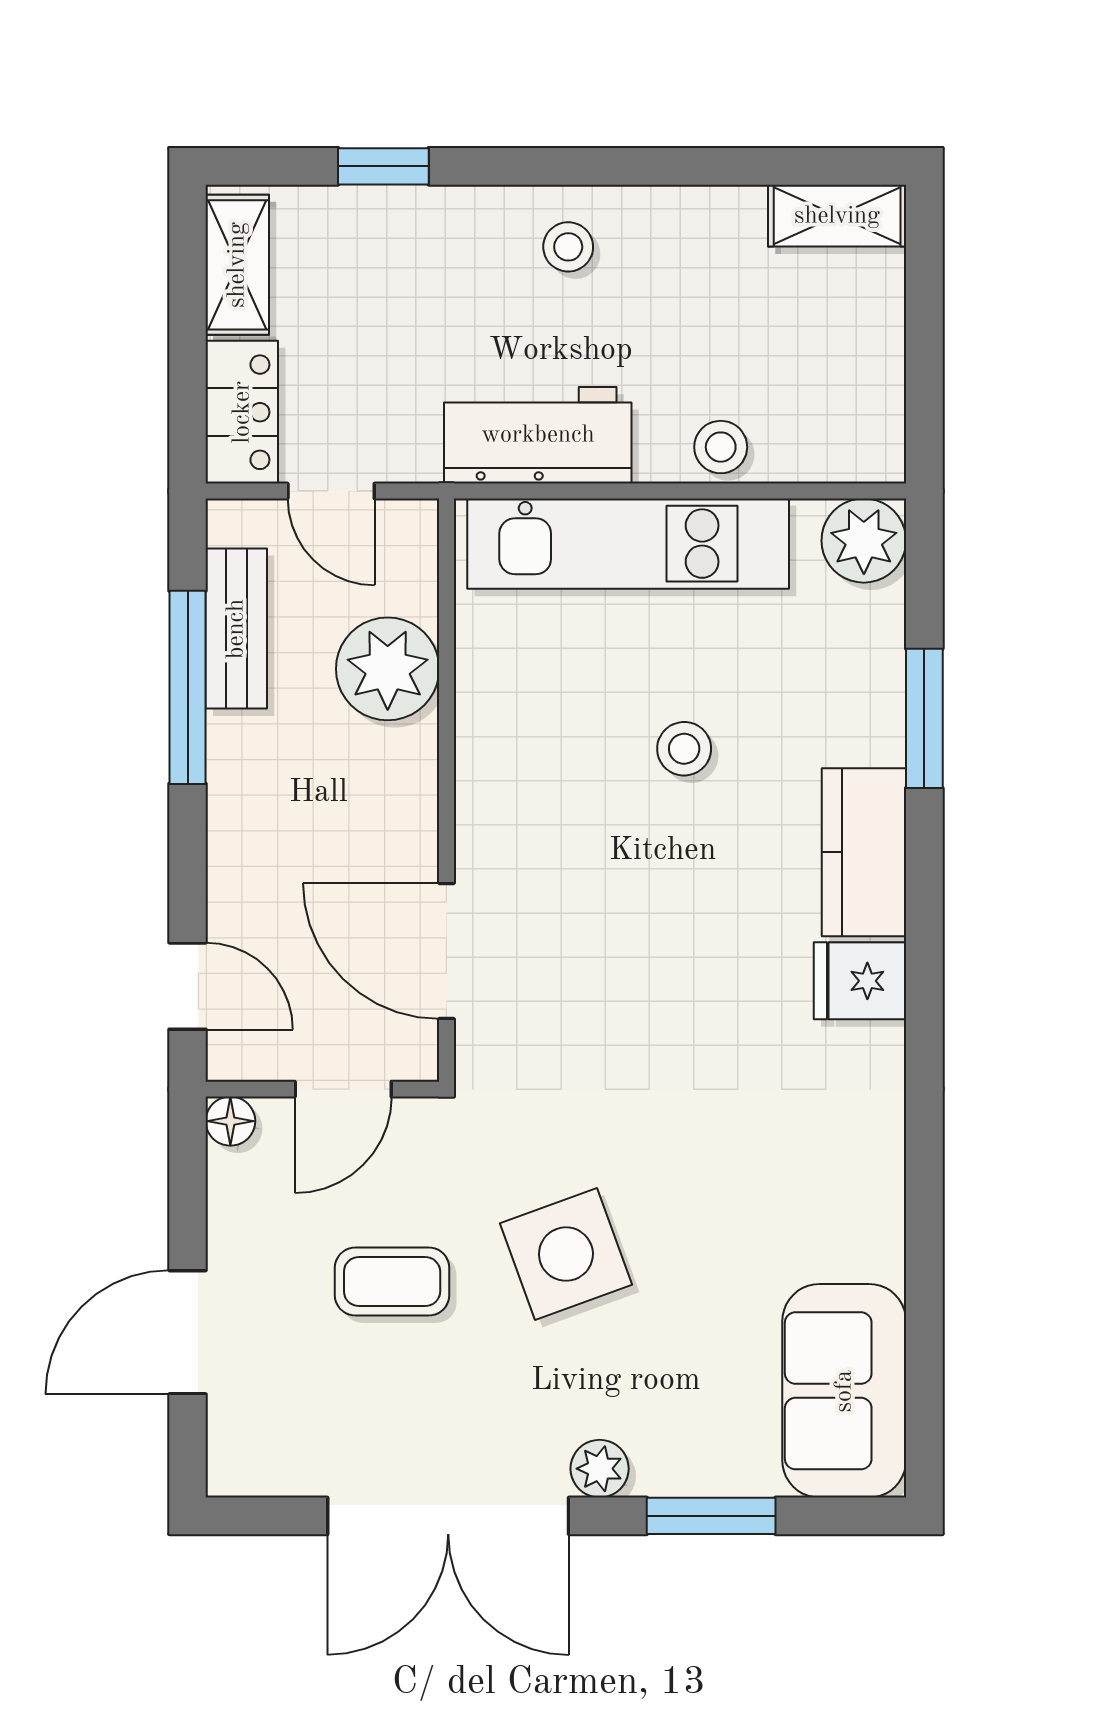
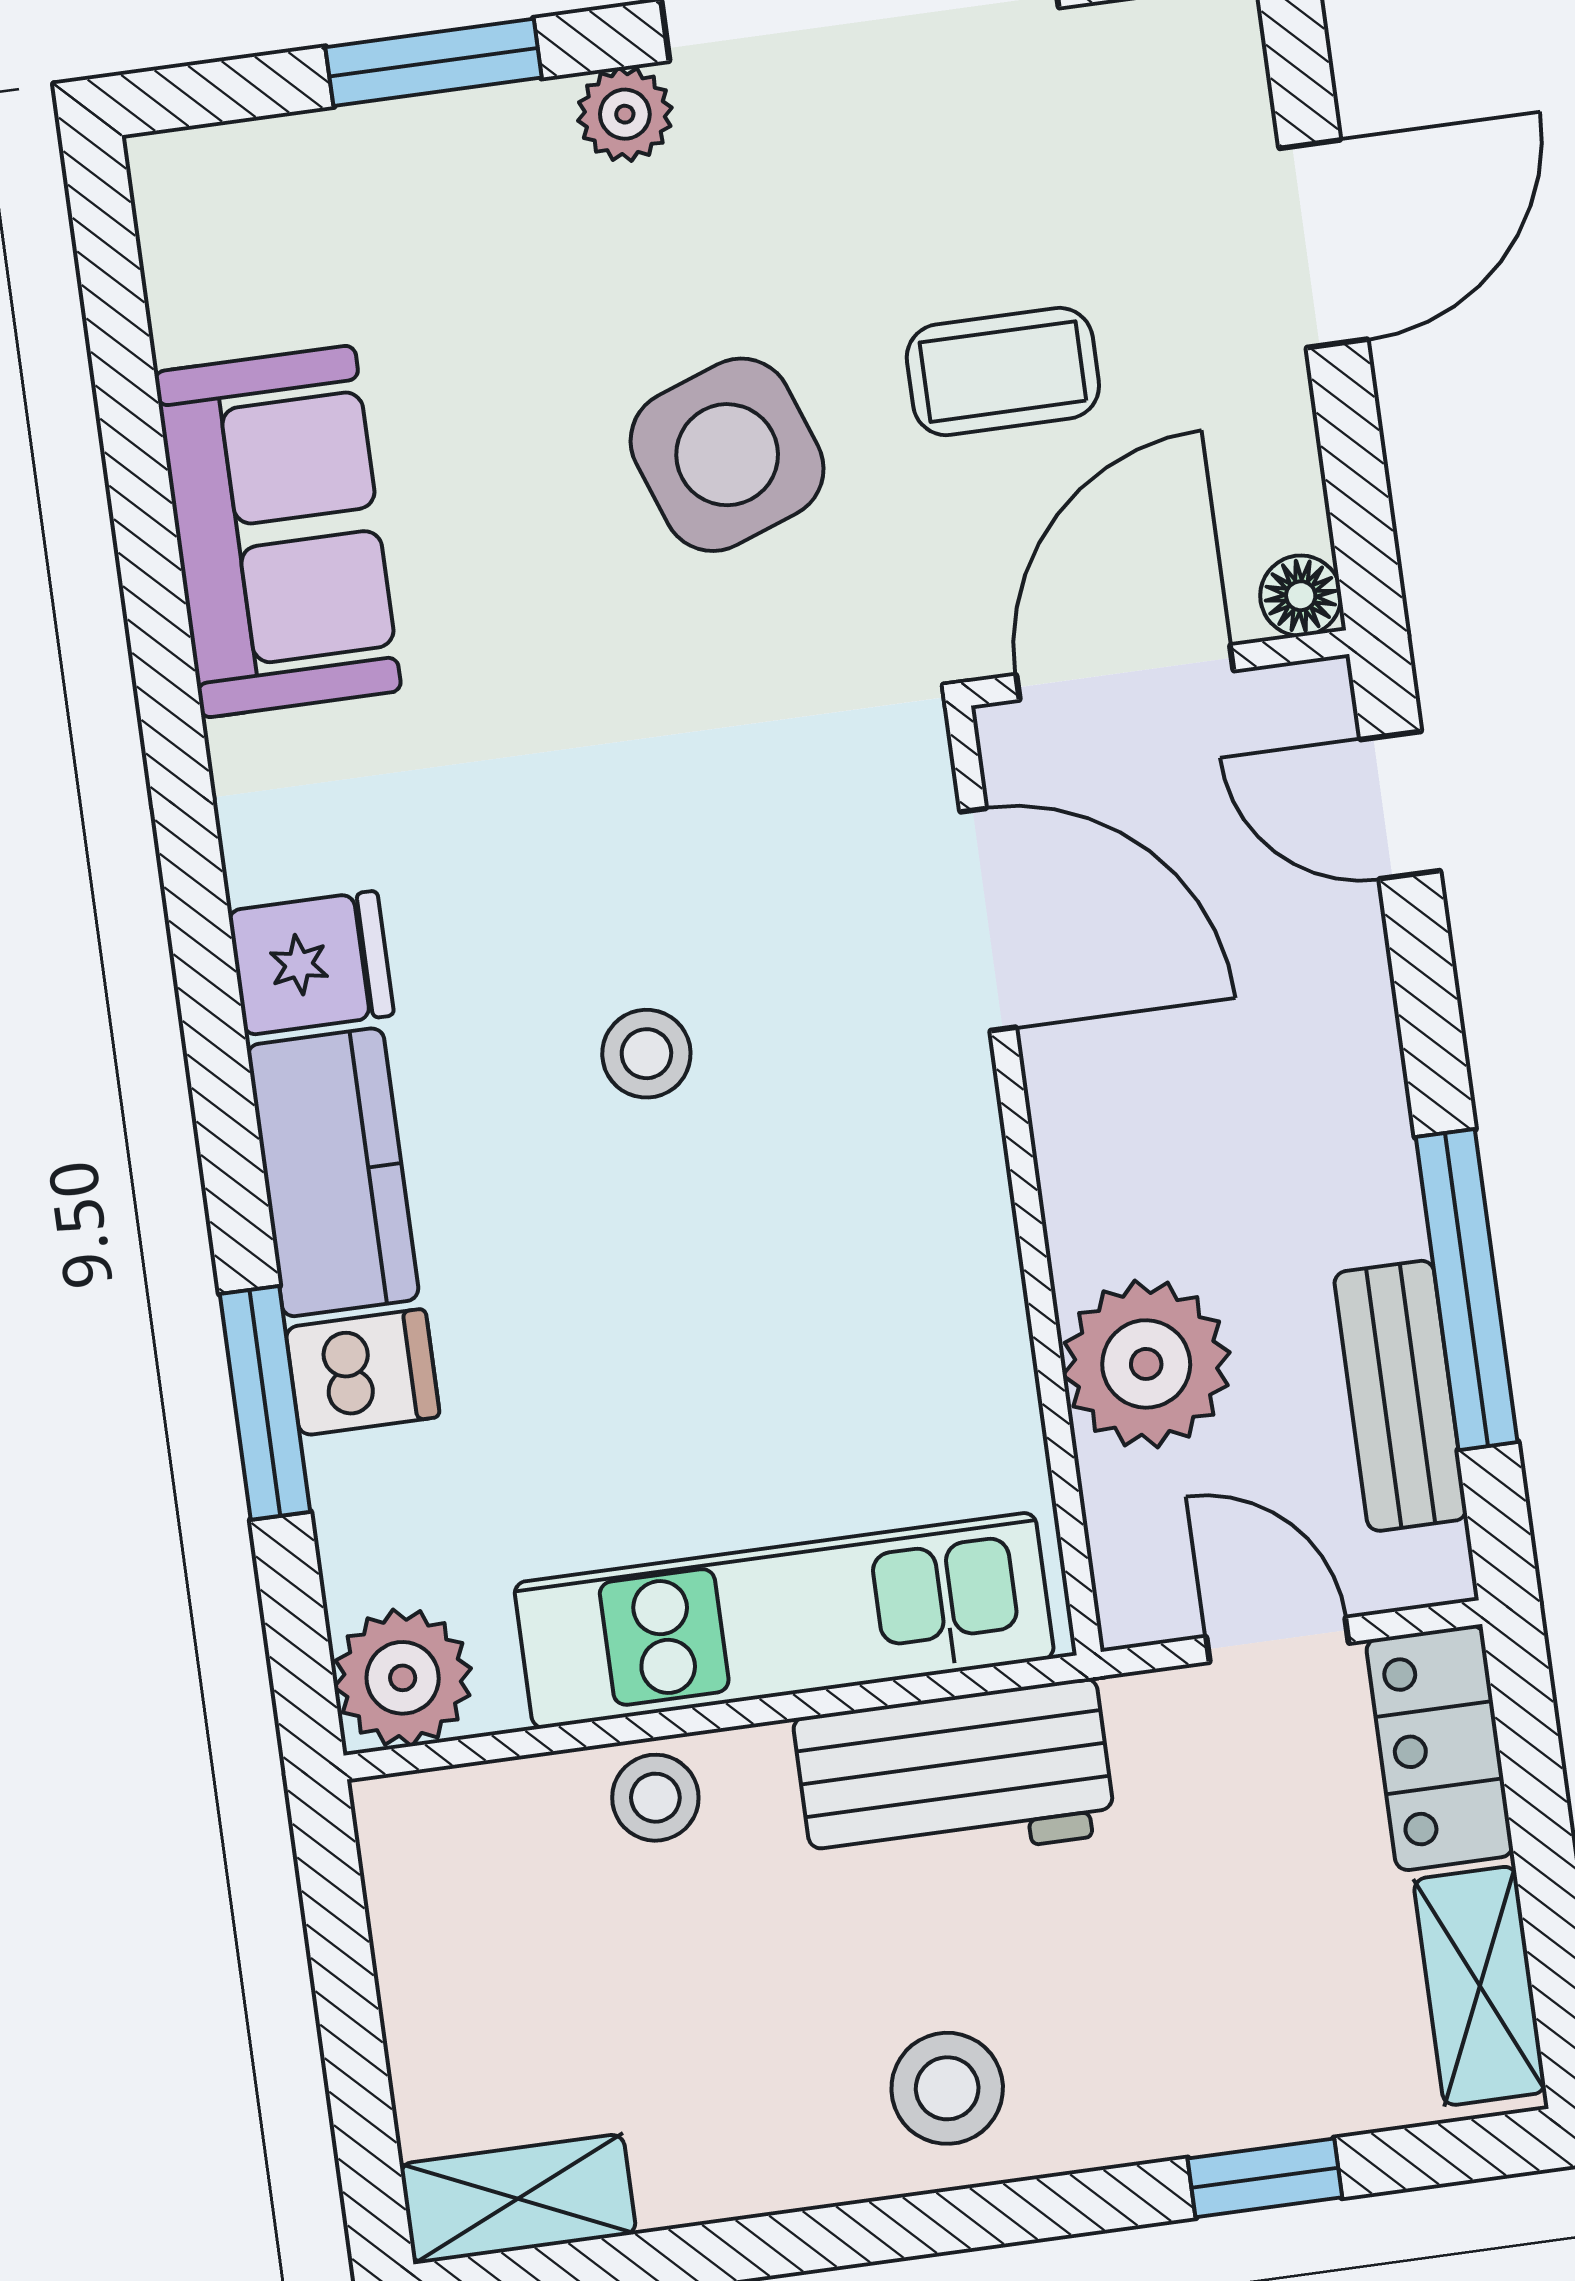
stool: (568, 247) -> (947, 2088), width x1.37, depth x1.37
dishwasher: (863, 729) -> (362, 1372), added
stool: (684, 749) -> (646, 1054), moved
door: (343, 1089) -> (1125, 673), width x1.38
sofa: (844, 1391) -> (278, 531), moved

